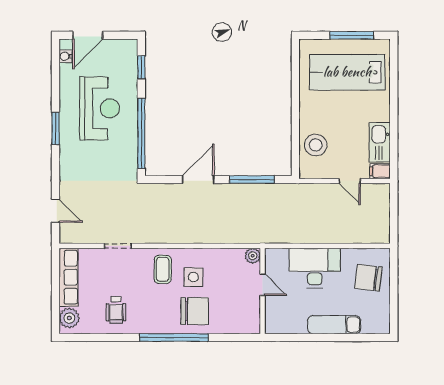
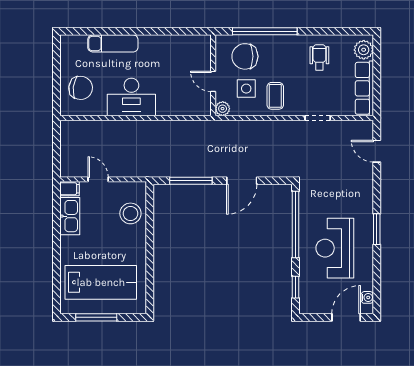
plant: (253, 256) -> (223, 109), moved
door: (263, 285) -> (213, 81), moved
wall: (263, 291) -> (213, 75), moved

